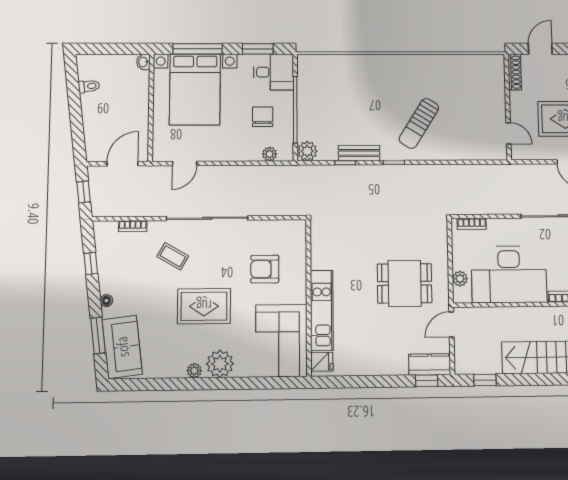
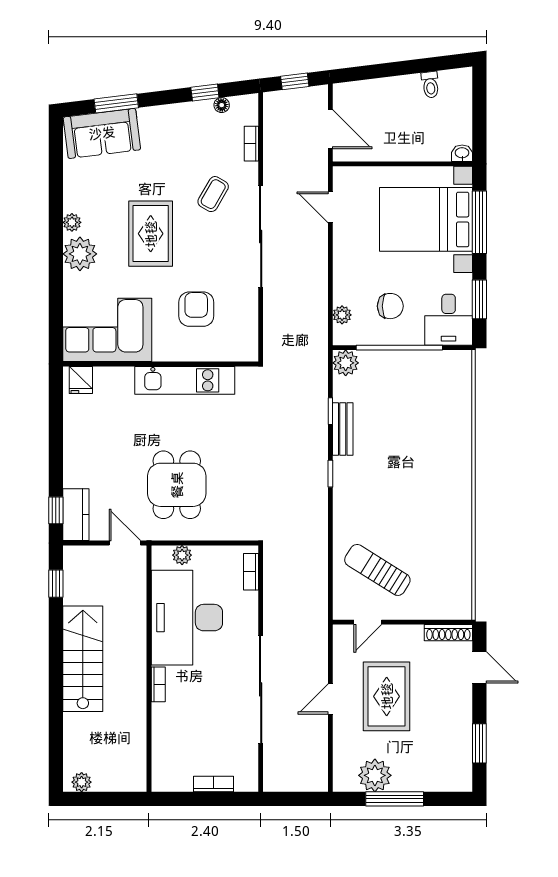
sun lounger: (419, 123) -> (377, 570), moved
floor lamp: (106, 301) -> (222, 105), moved
kitchen unit: (322, 310) -> (185, 380), moved

